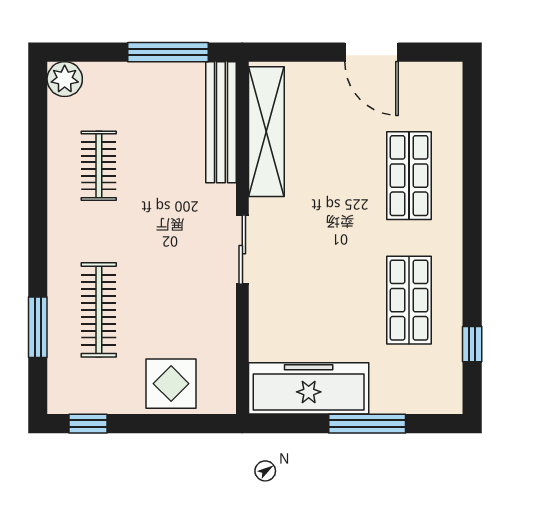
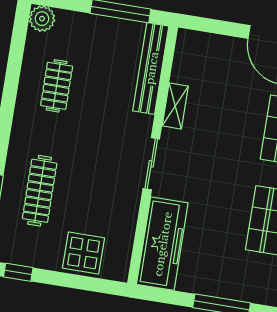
shelving: (266, 132) -> (175, 106), width x0.45, depth x0.75
freezer: (309, 388) -> (162, 244), moved, turned 90

